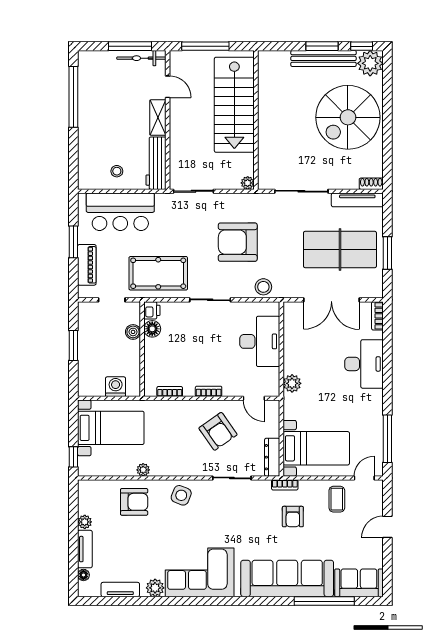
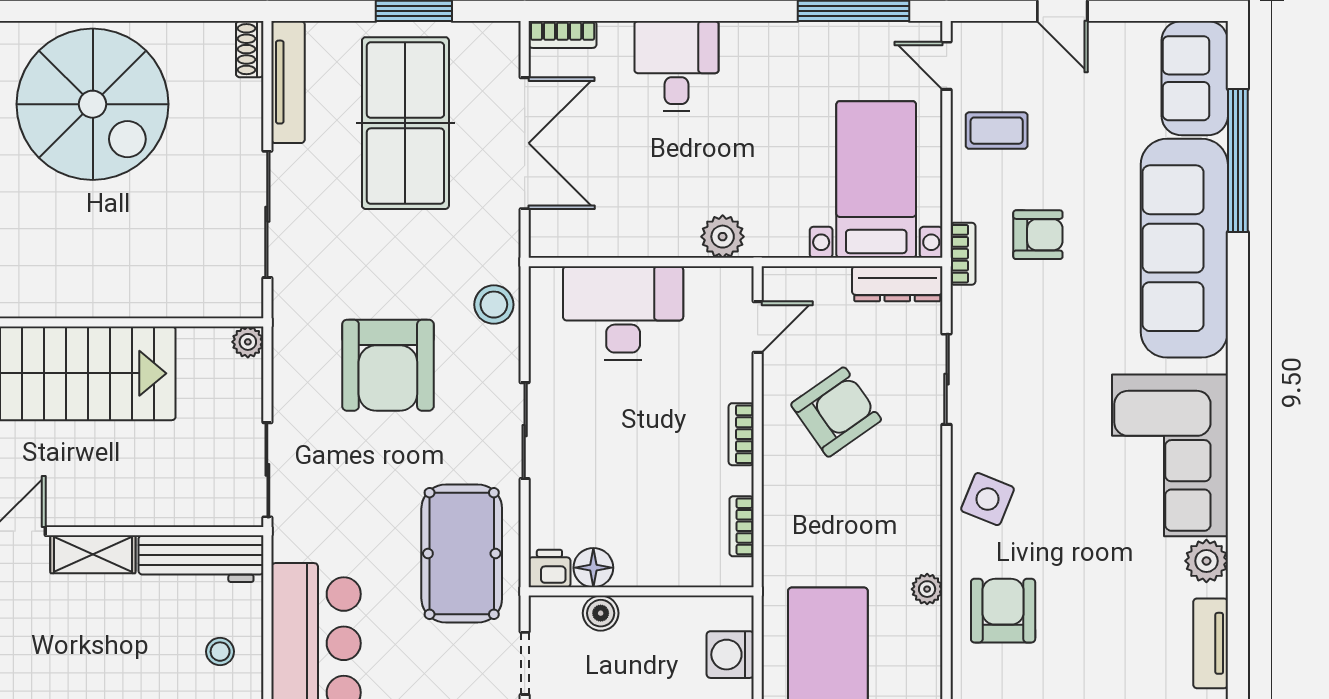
desk: (364, 364) -> (676, 66), width x0.73

